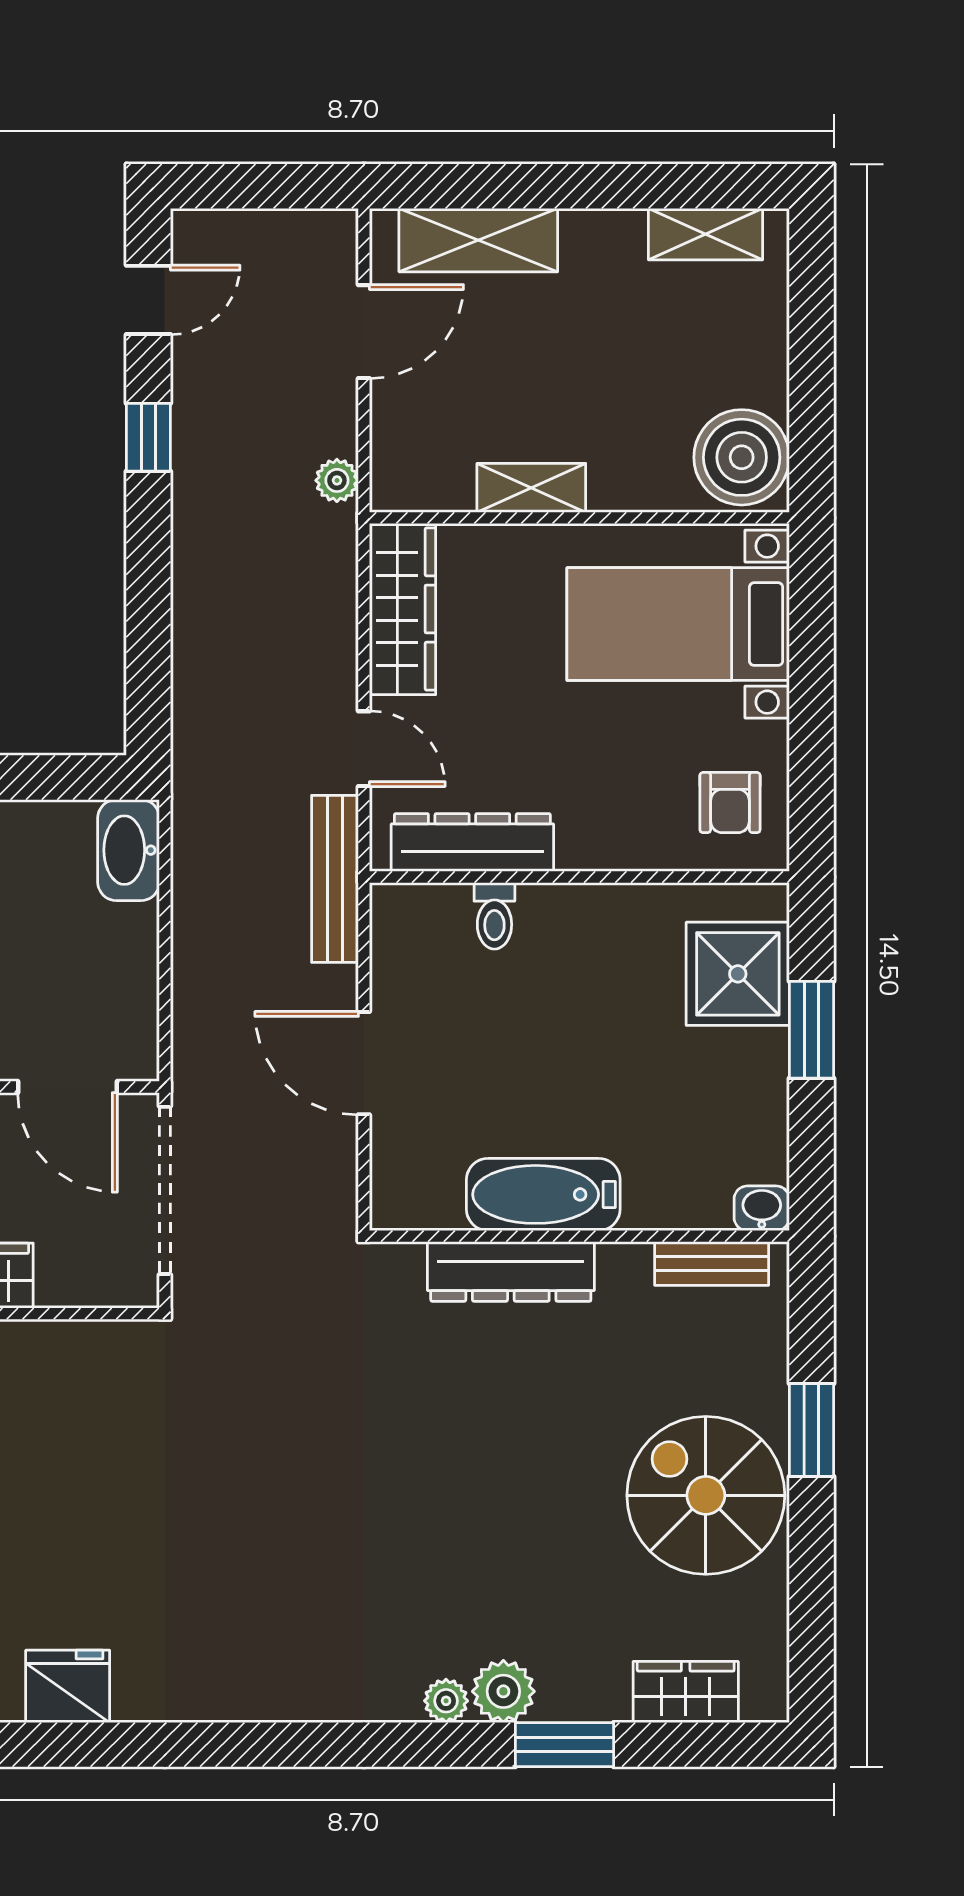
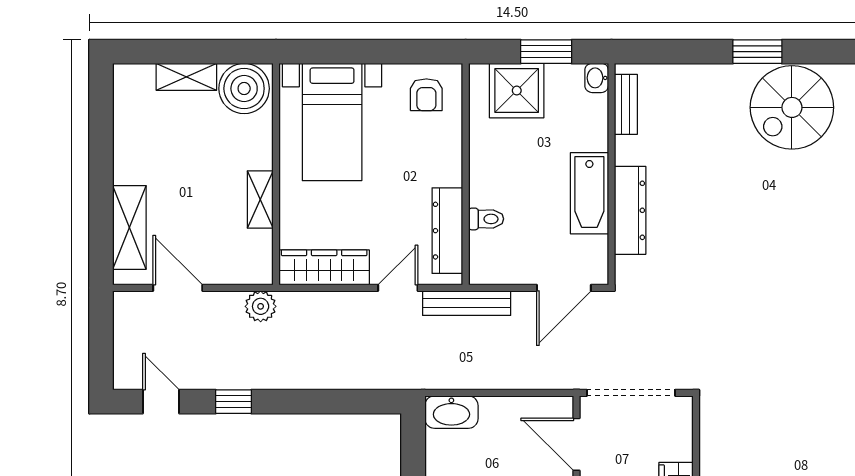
shelving: (706, 234) -> (186, 77), moved, turned 90
plant: (337, 480) -> (261, 306), width x1.38, depth x1.38
armchair: (730, 803) -> (426, 95), turned 90
door: (68, 1087) -> (576, 444), swing flipped
bathtub: (543, 1194) -> (589, 193), moved
washbasin: (762, 1208) -> (597, 78), moved
wall: (579, 1236) -> (611, 174), moved
bench: (712, 1264) -> (626, 104), moved
dresser: (511, 1272) -> (630, 210), moved

